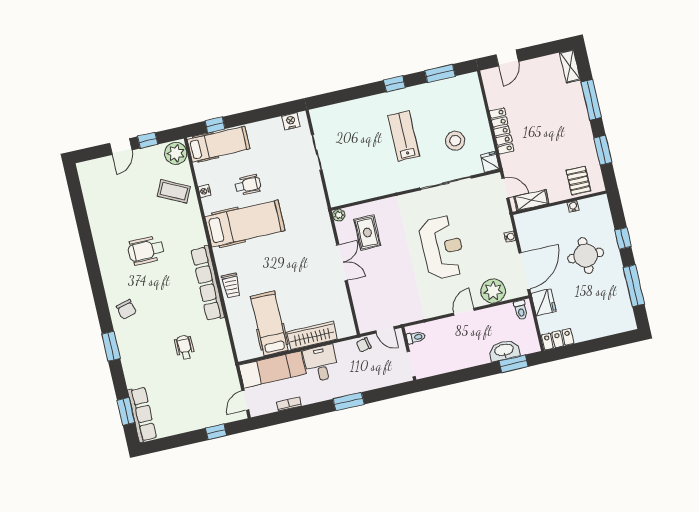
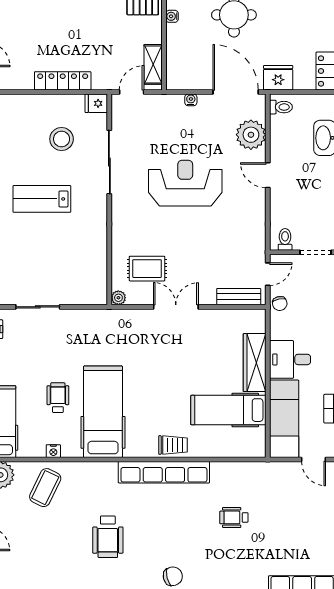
bench: (362, 311) -> (239, 297), added

